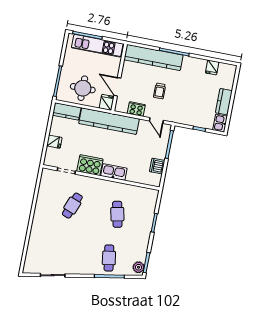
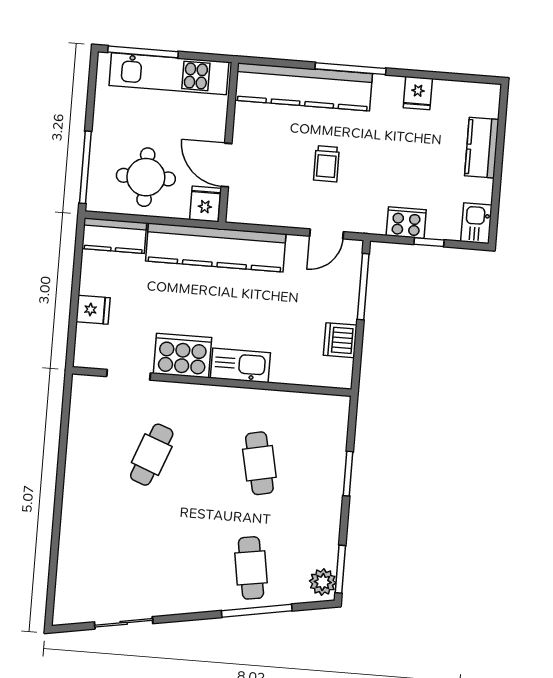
fridge: (212, 67) -> (418, 93), moved
kitchen counter: (224, 102) -> (482, 148), moved
cooker: (136, 109) -> (406, 223), moved
door: (156, 121) -> (326, 234), hinge flipped

